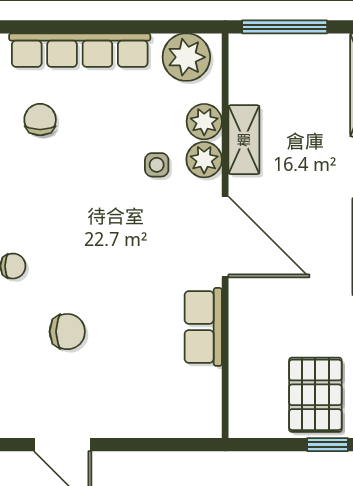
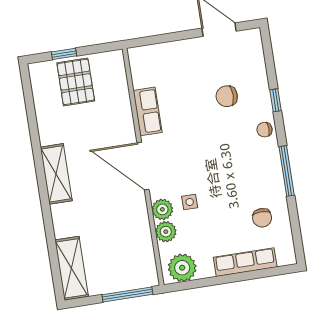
row of seats: (80, 50) -> (245, 262), width x0.73
shelving: (244, 140) -> (141, 225), removed

